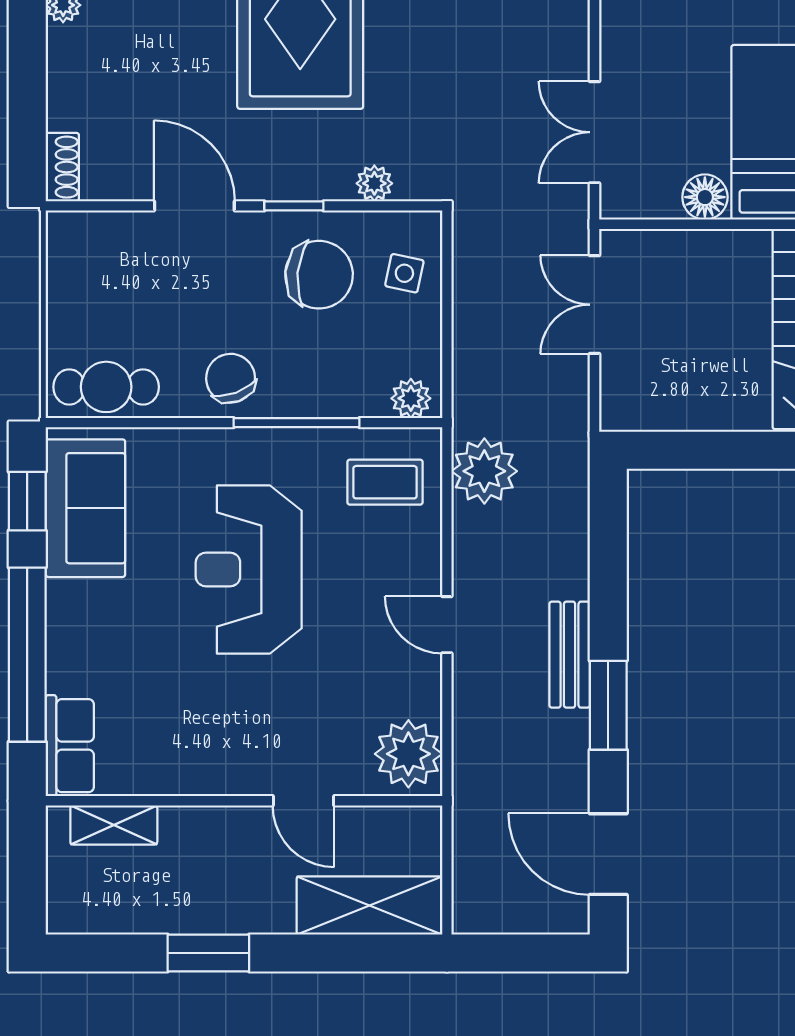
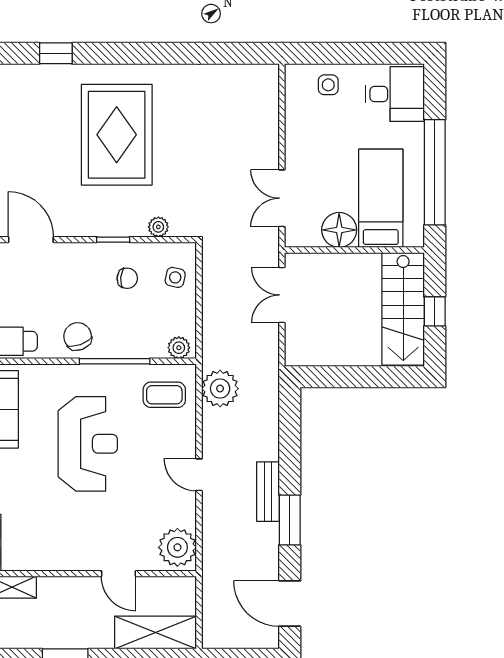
floor lamp: (705, 197) -> (339, 230), width x1.38, depth x1.38
door: (194, 206) -> (31, 240), moved
chair: (319, 275) -> (127, 278), width x0.54, depth x0.54
reception desk: (249, 569) -> (88, 444), turned 180

